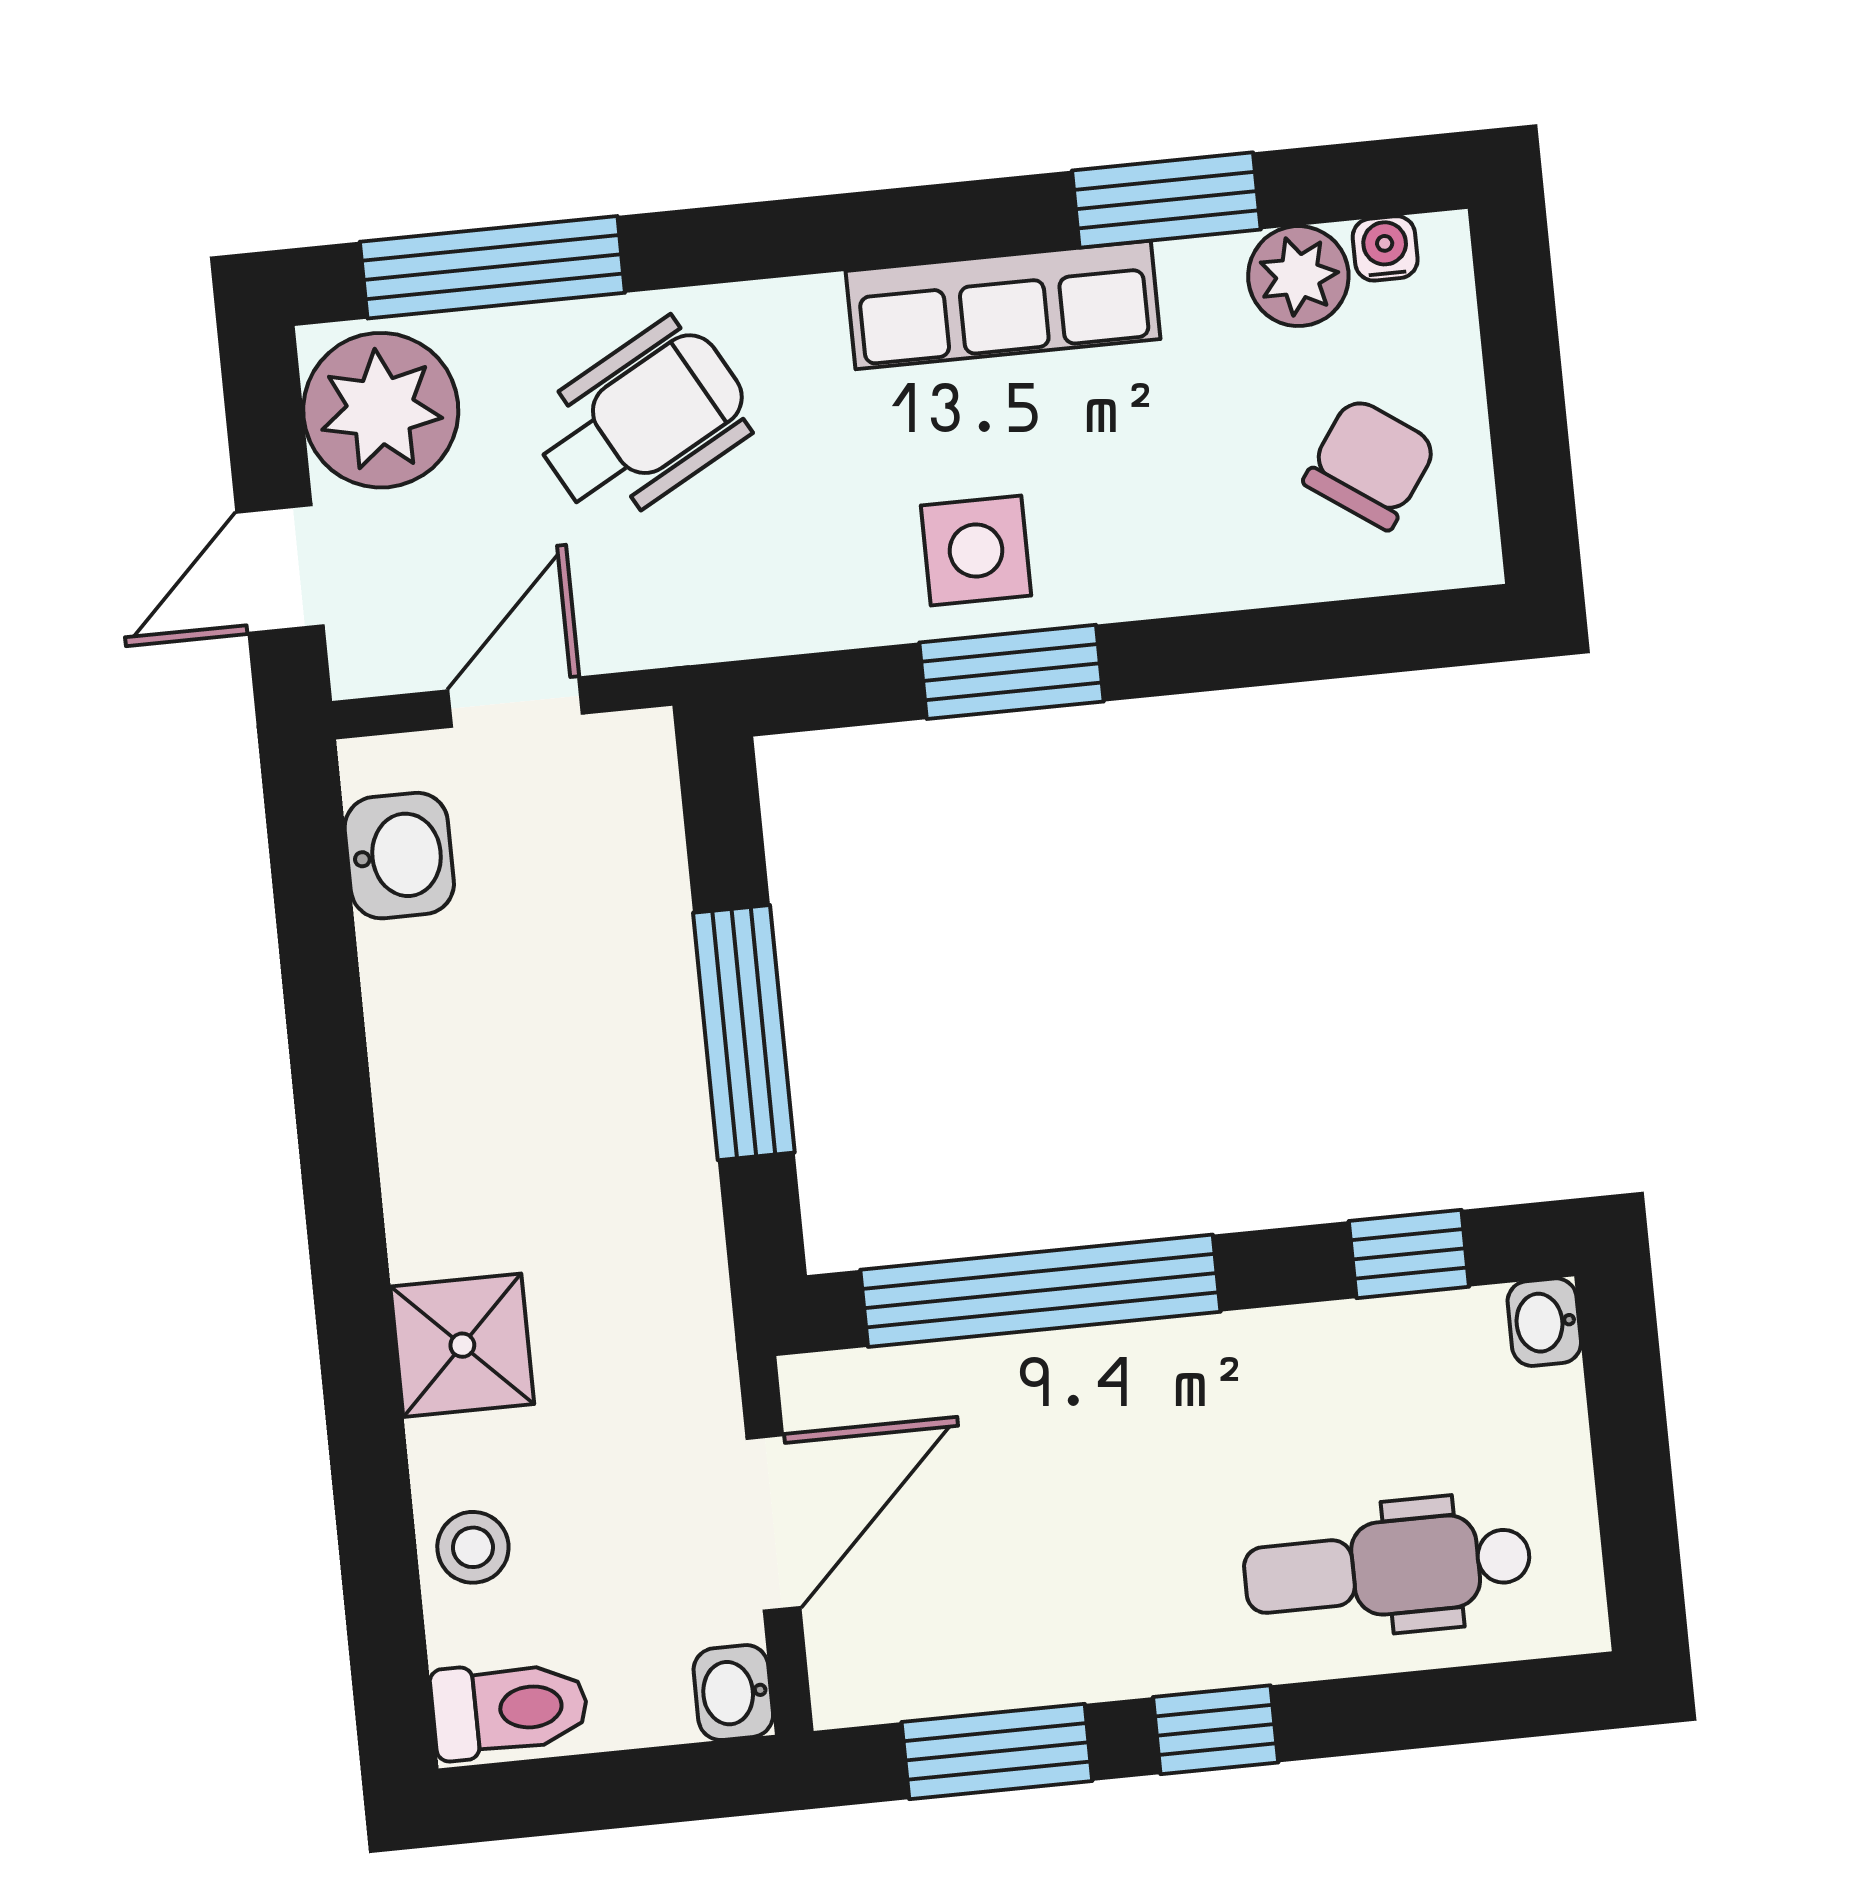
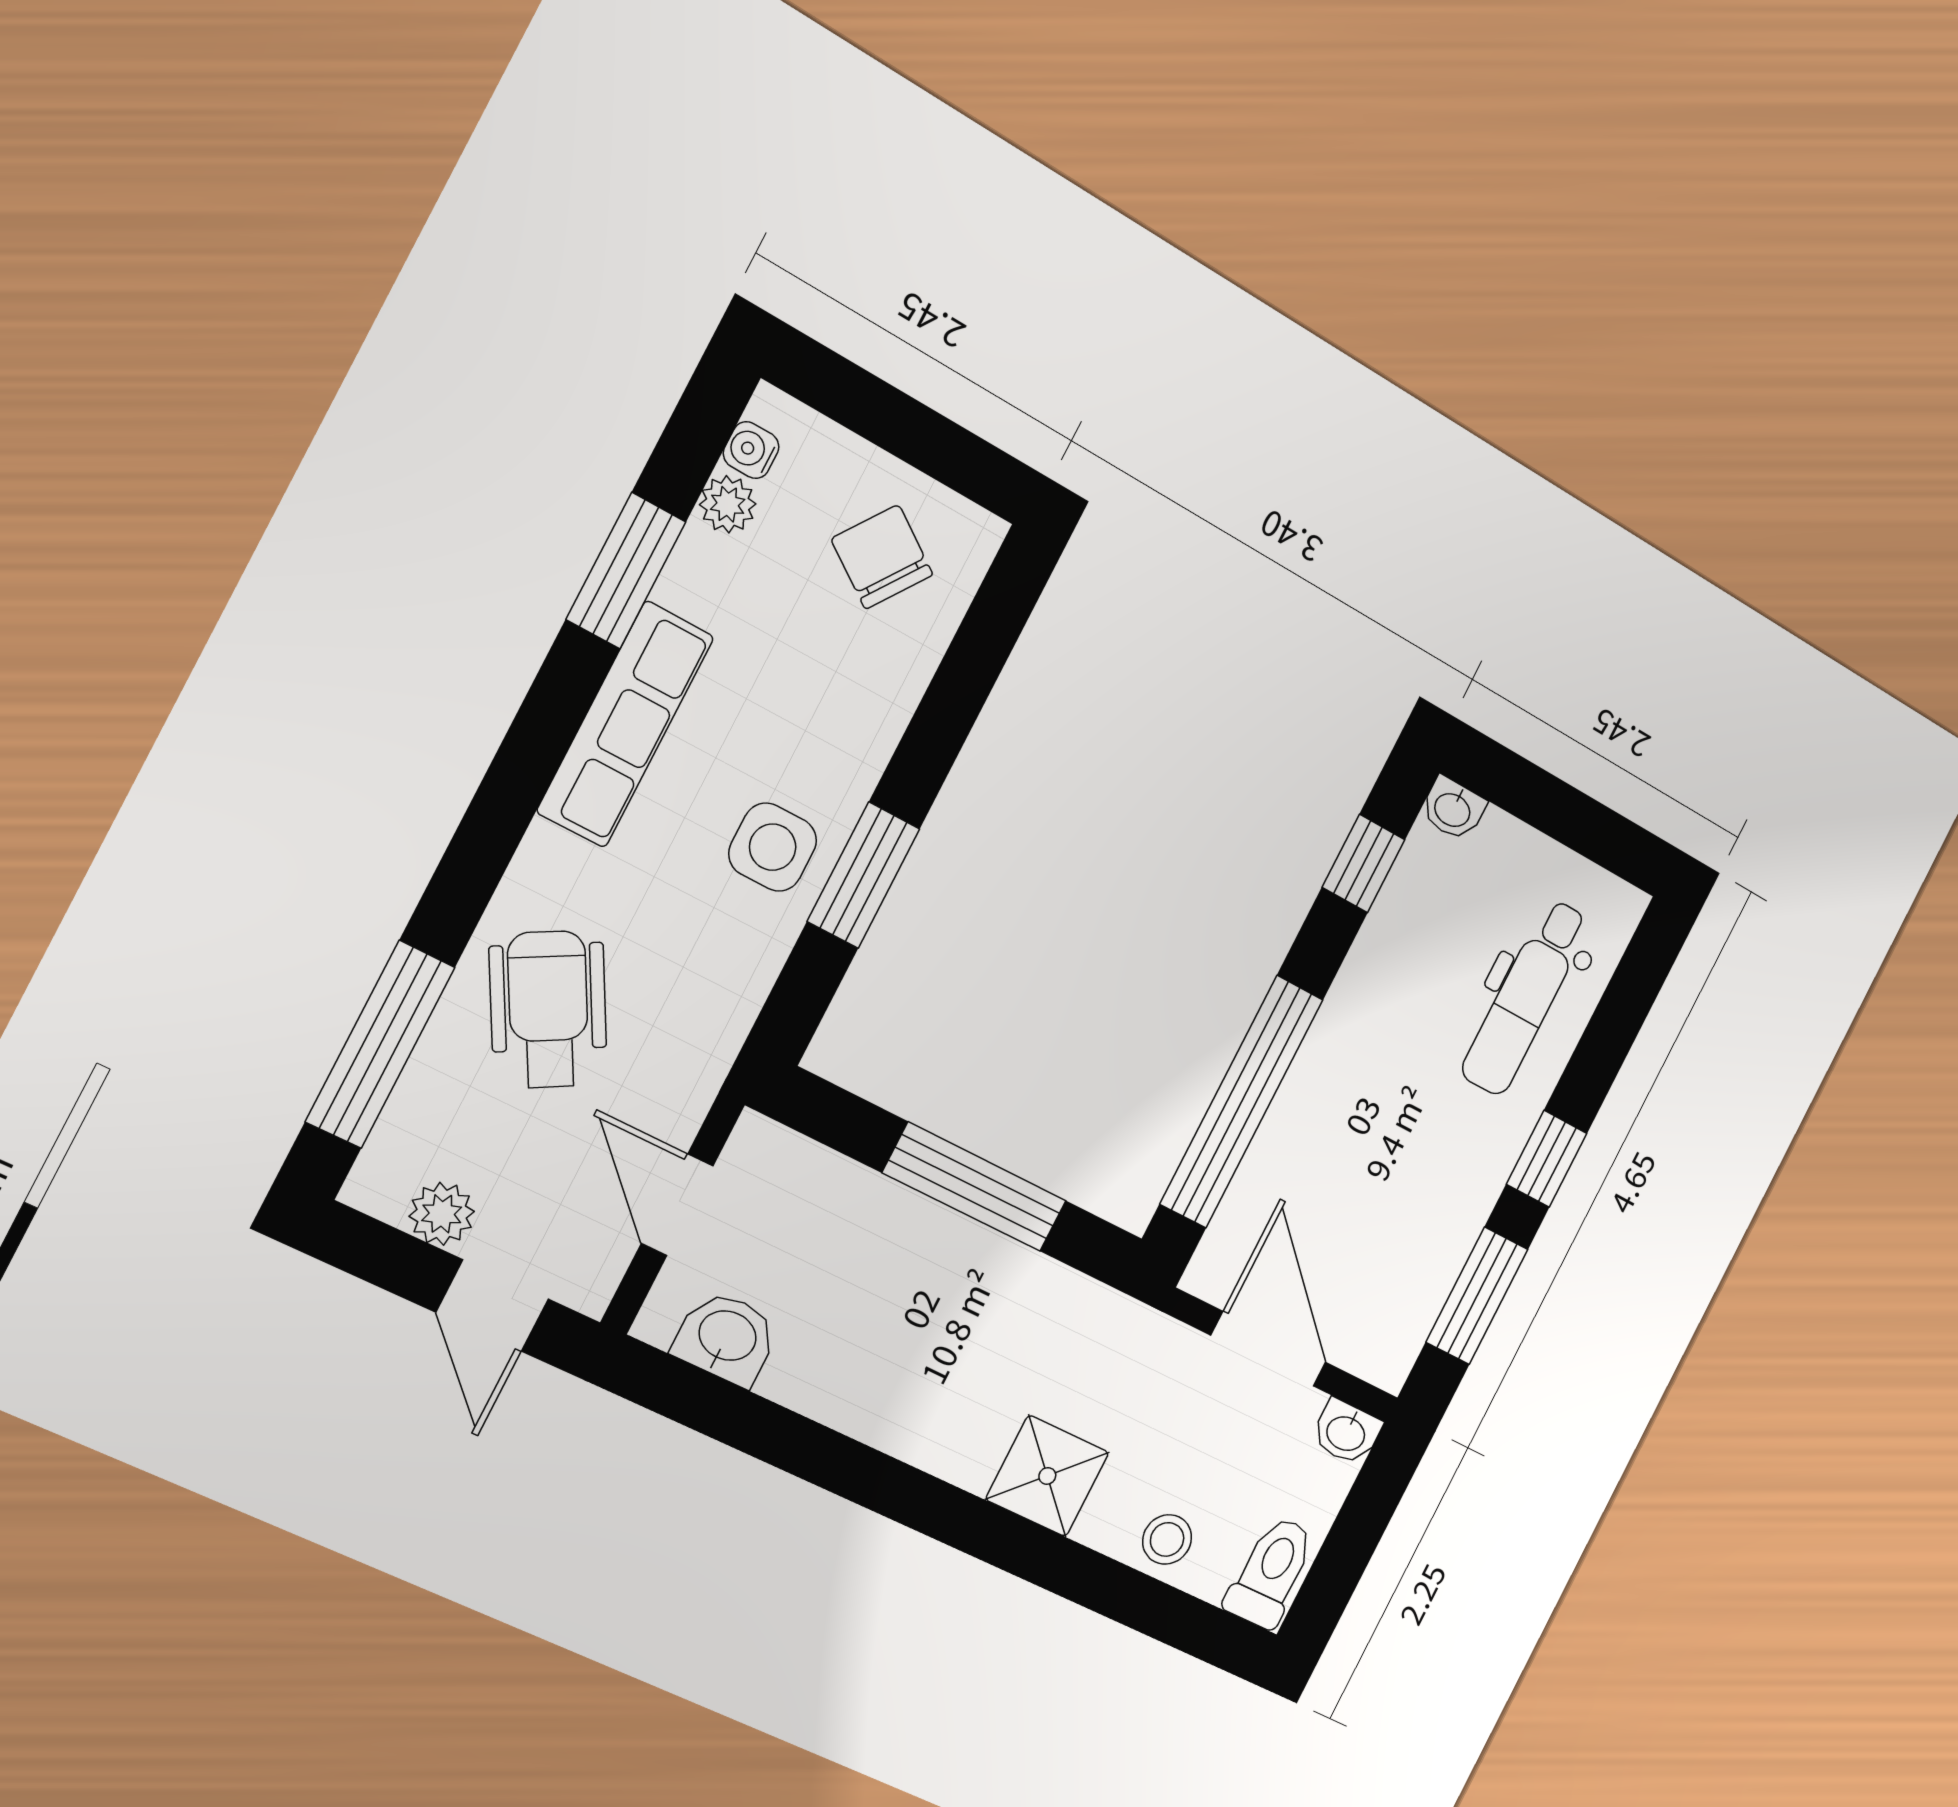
plant: (1298, 276) -> (728, 504), width x0.73, depth x0.73
plant: (381, 410) -> (442, 1214), width x0.53, depth x0.53

